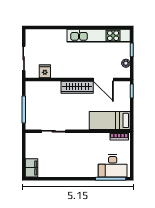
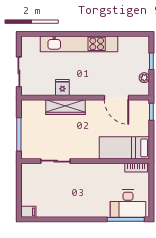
kitchen unit: (99, 36) -> (79, 44), moved
fridge: (45, 71) -> (62, 87), moved
wardrobe: (77, 87) -> (65, 107), moved
filing cabinet: (31, 168) -> (28, 212), width x0.50

